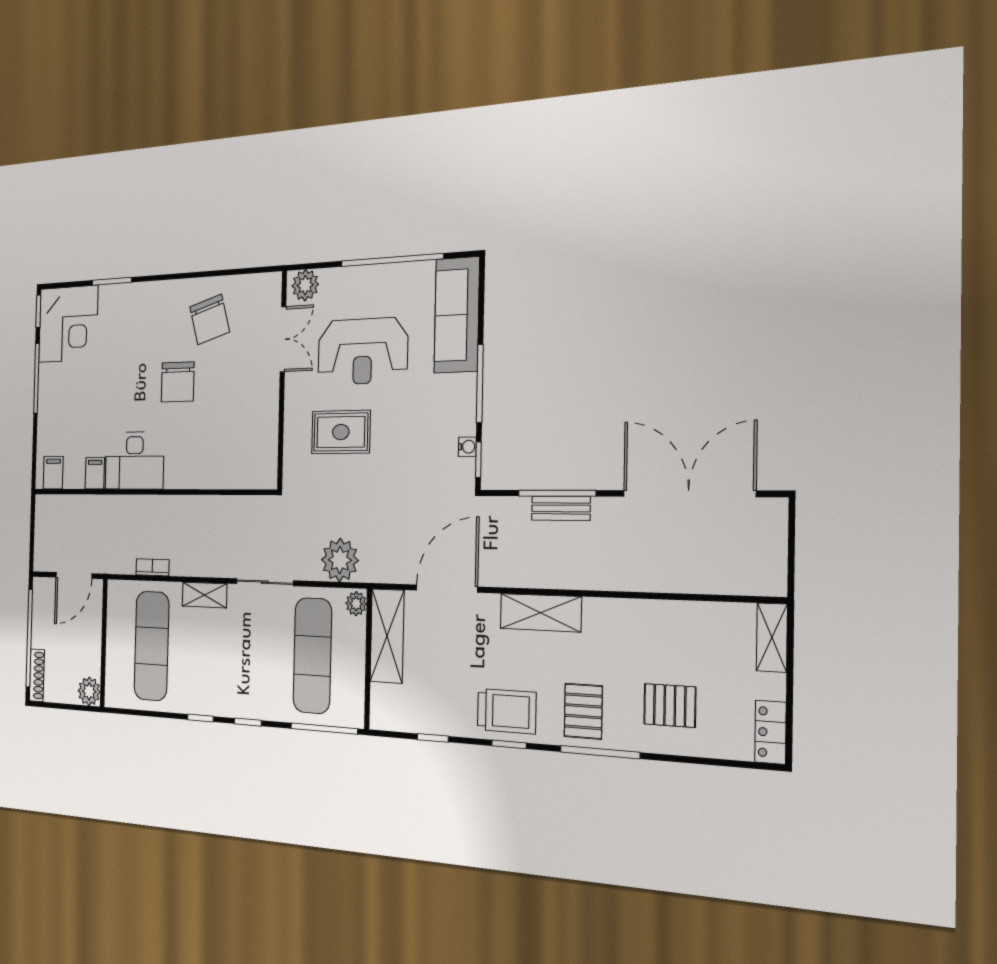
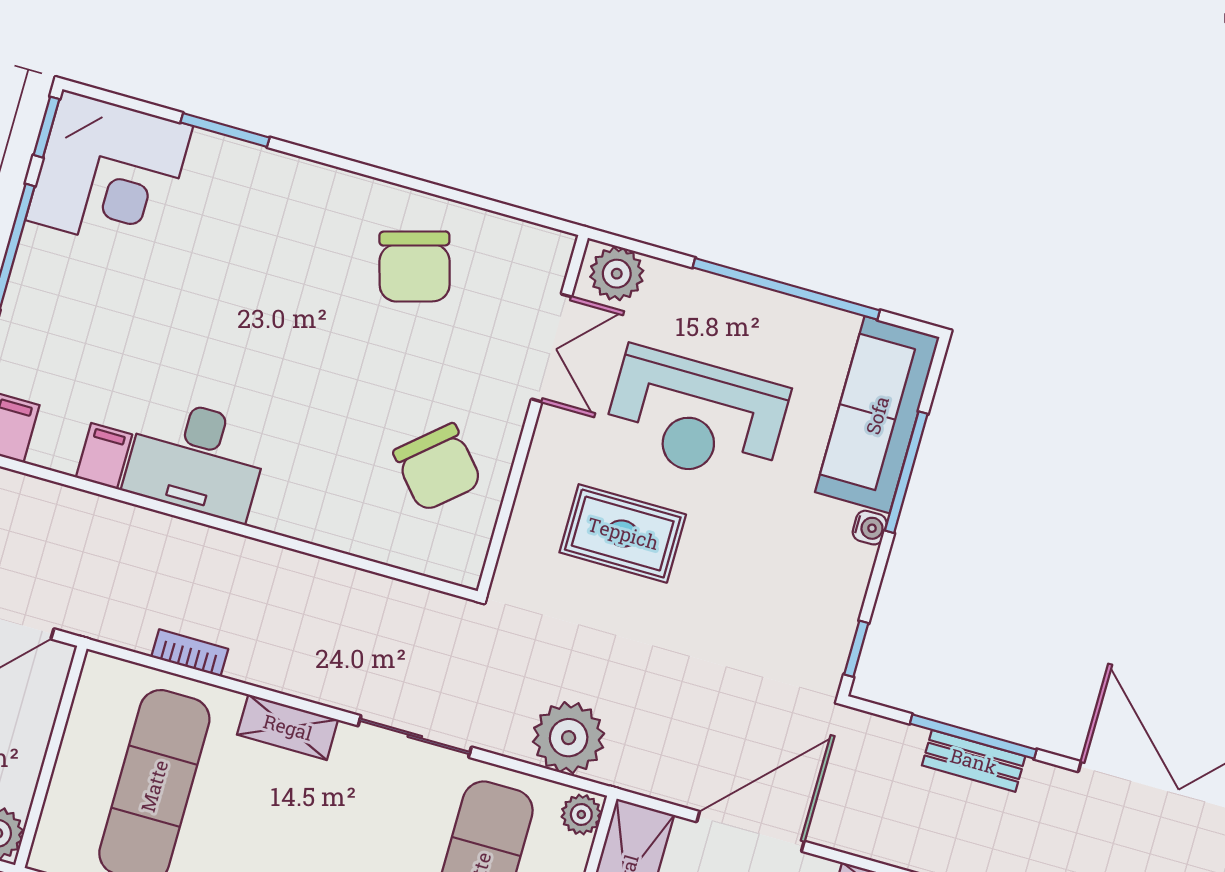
chair: (178, 382) -> (438, 468), moved, turned -41
window: (480, 384) -> (906, 472), moved
water cooler: (467, 447) -> (870, 528), moved

